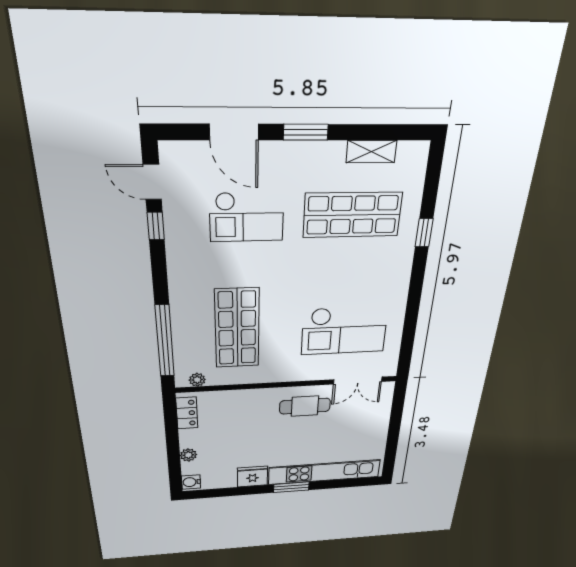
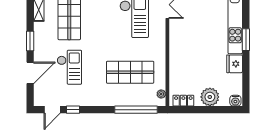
cafe table: (305, 406) -> (183, 34), removed
plant: (188, 455) -> (210, 97), width x1.88, depth x1.88

